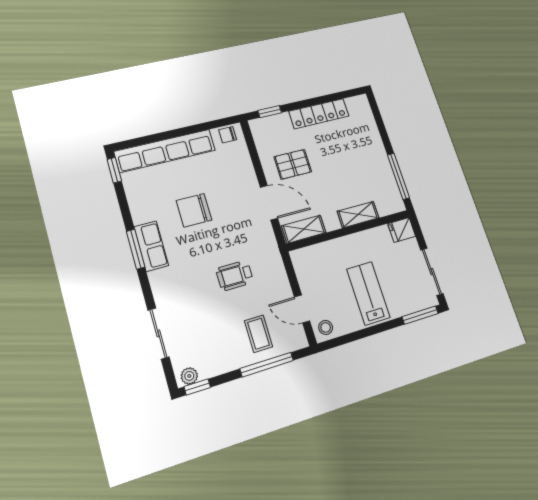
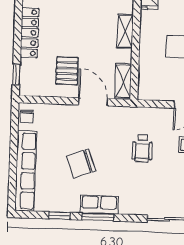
window: (114, 170) -> (59, 216), moved
door: (269, 203) -> (93, 102), hinge flipped
chair: (194, 210) -> (81, 163), turned 70

